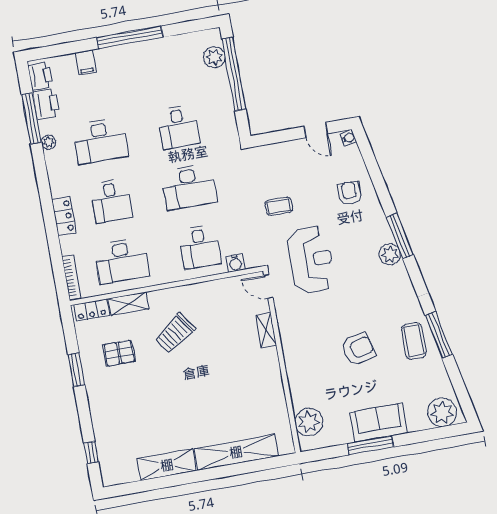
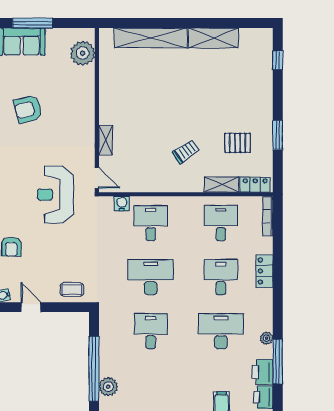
coffee table: (279, 206) -> (72, 289), moved
desk: (122, 261) -> (221, 223), width x0.73
trolley: (175, 333) -> (186, 151), width x0.73, depth x0.72

